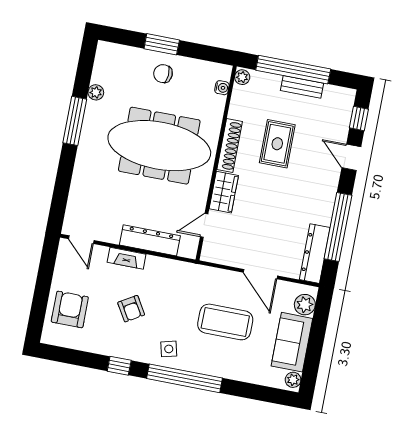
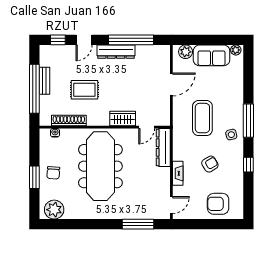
plant: (242, 77) -> (46, 121), removed
plant: (96, 92) -> (54, 210), moved, width x1.87, depth x1.87
window: (75, 121) -> (138, 224), moved
shoe rack: (230, 146) -> (69, 120), moved
door: (204, 225) -> (147, 127), hinge flipped
dresser: (150, 240) -> (163, 148), moved
dresser: (315, 254) -> (116, 52), moved
coffee table: (225, 322) -> (202, 118), moved
window: (185, 378) -> (248, 121), width x0.68

